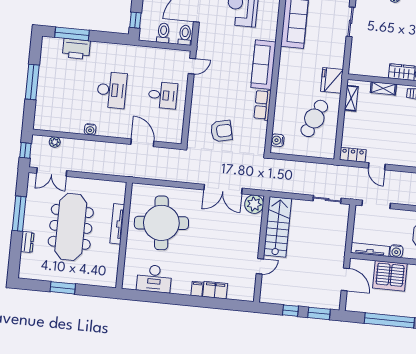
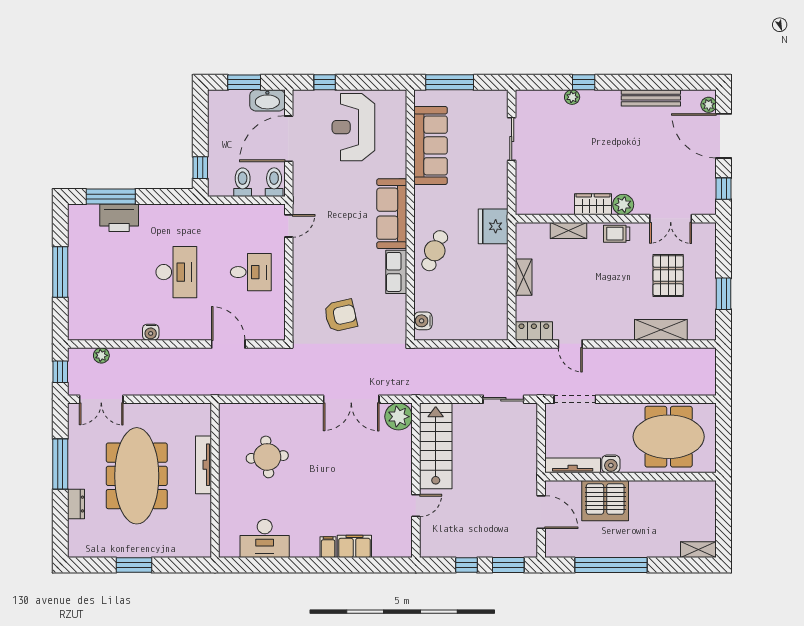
shelving: (351, 98) -> (524, 277), moved
cafe table: (314, 118) -> (435, 251), moved, width x0.73, depth x0.74
round table: (161, 223) -> (267, 457), width x0.54, depth x0.54

